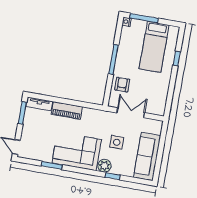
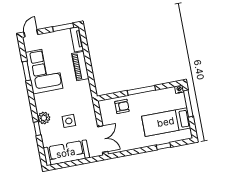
double door: (131, 113) -> (103, 139), moved
corner sofa: (77, 151) -> (44, 70), moved

